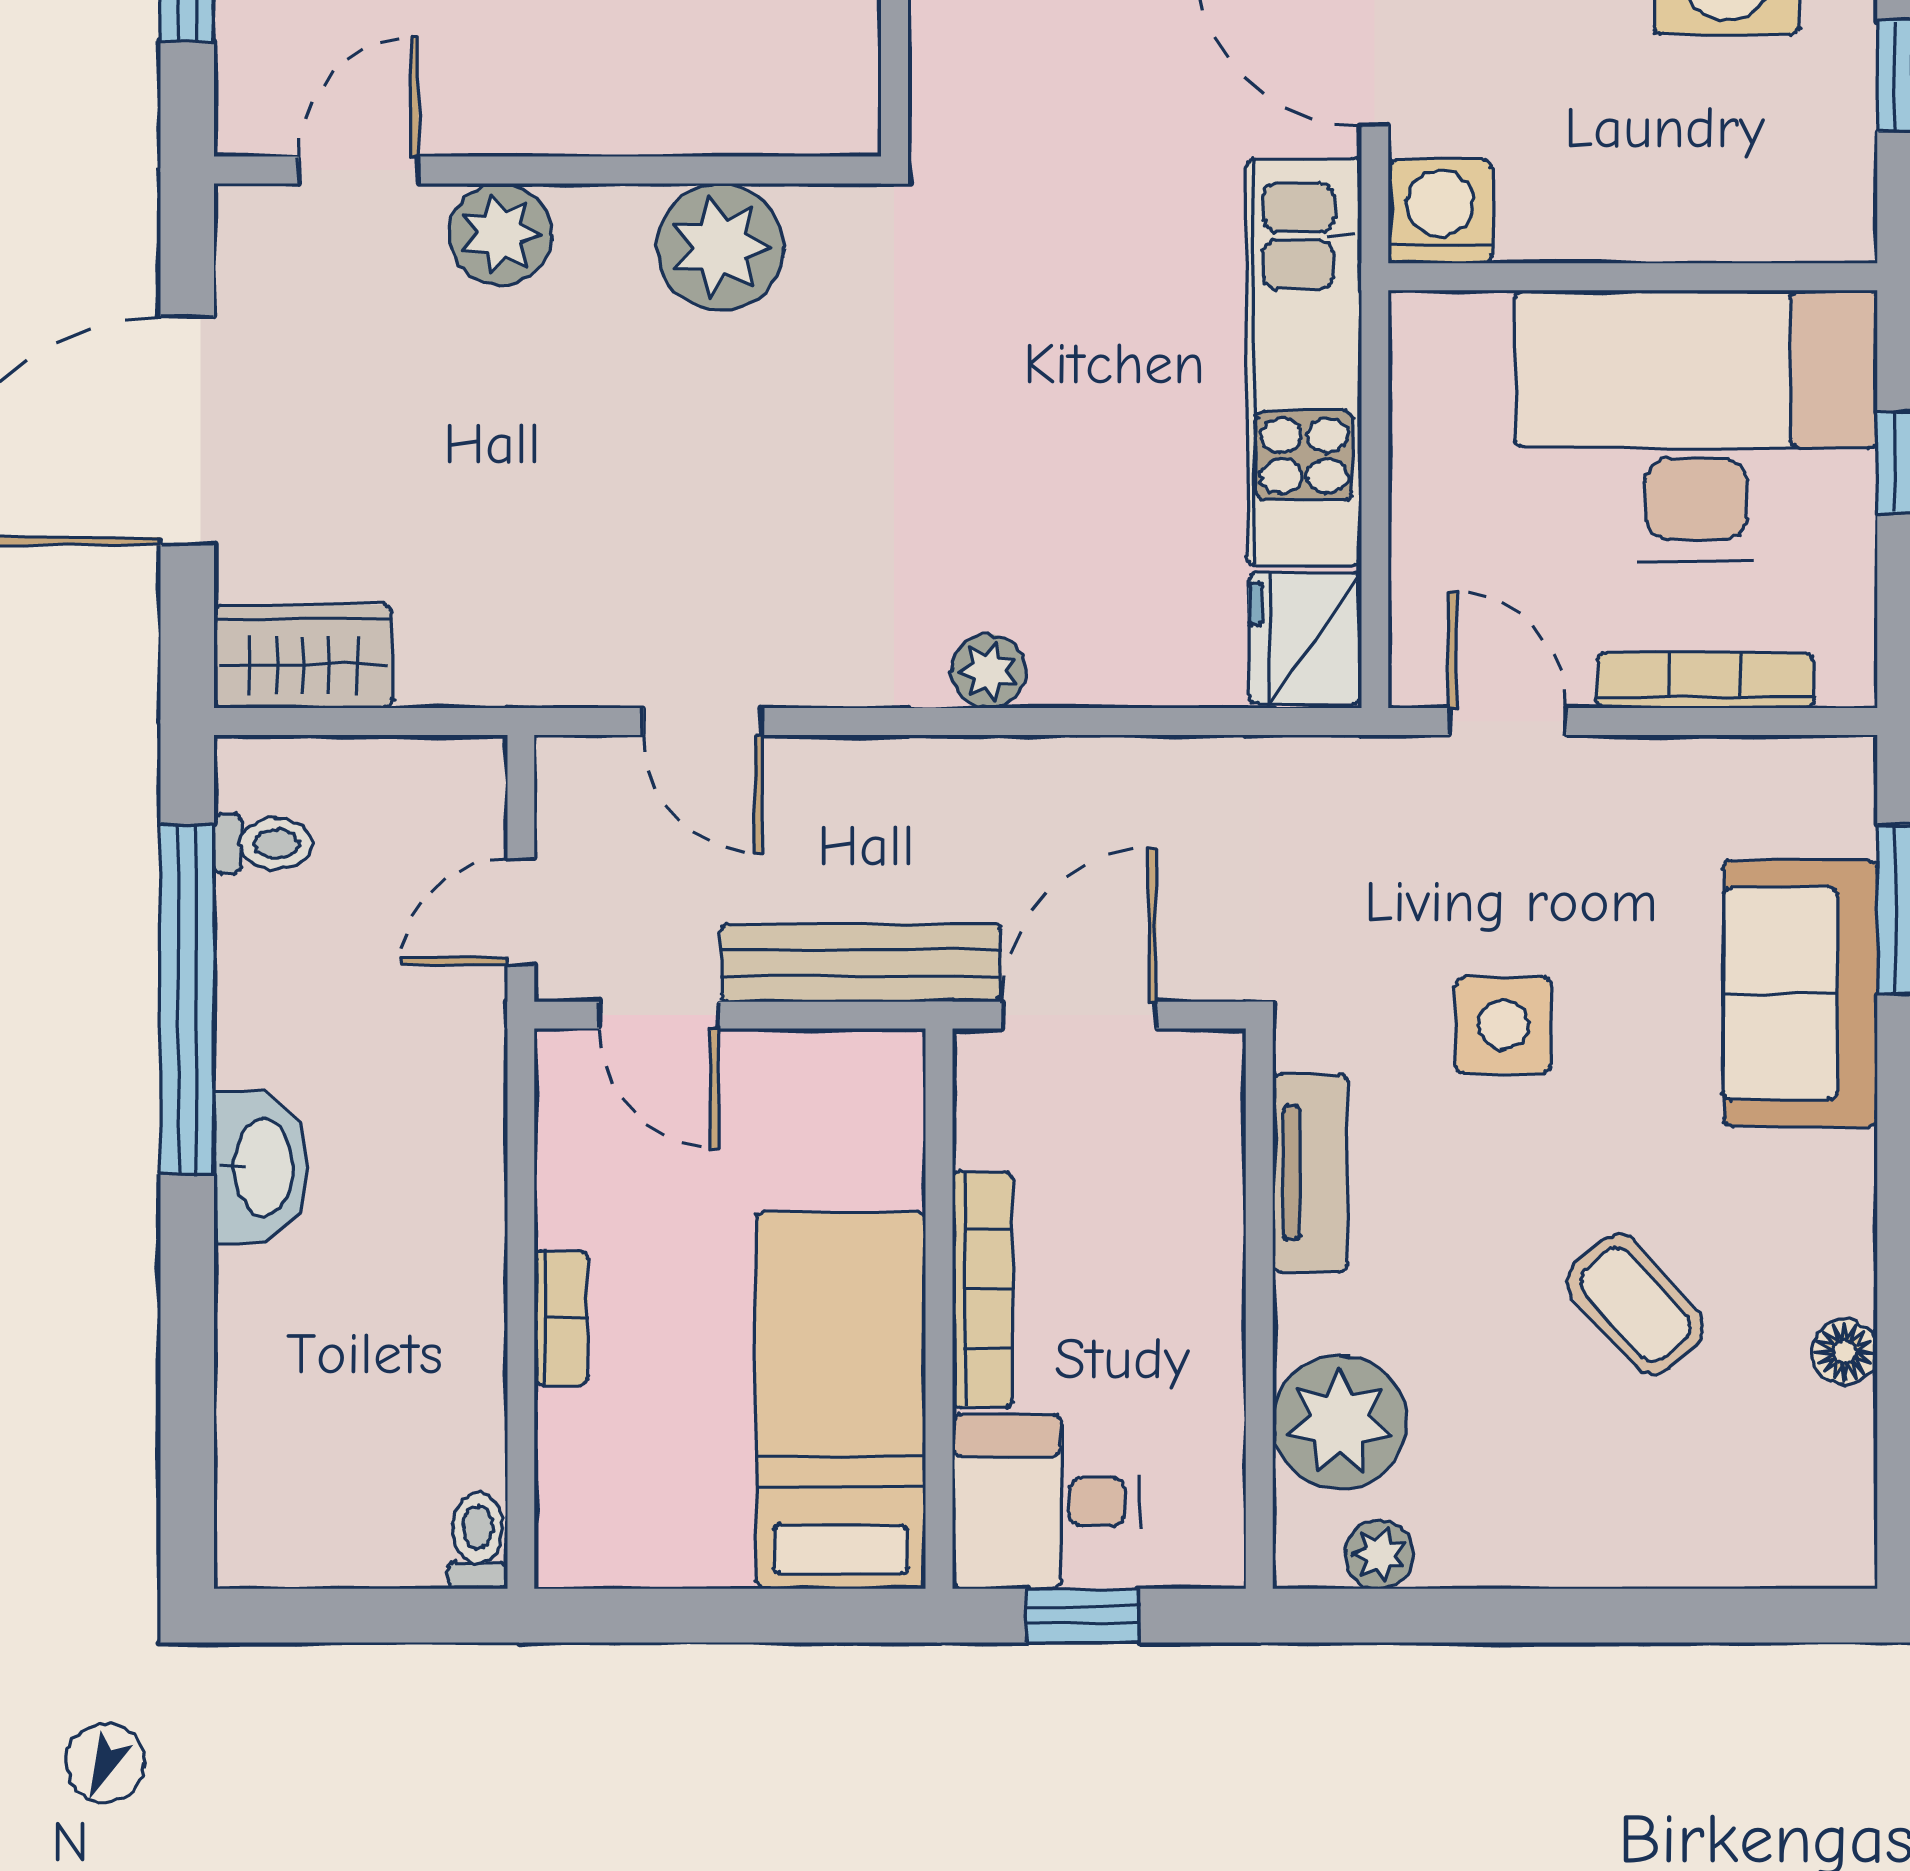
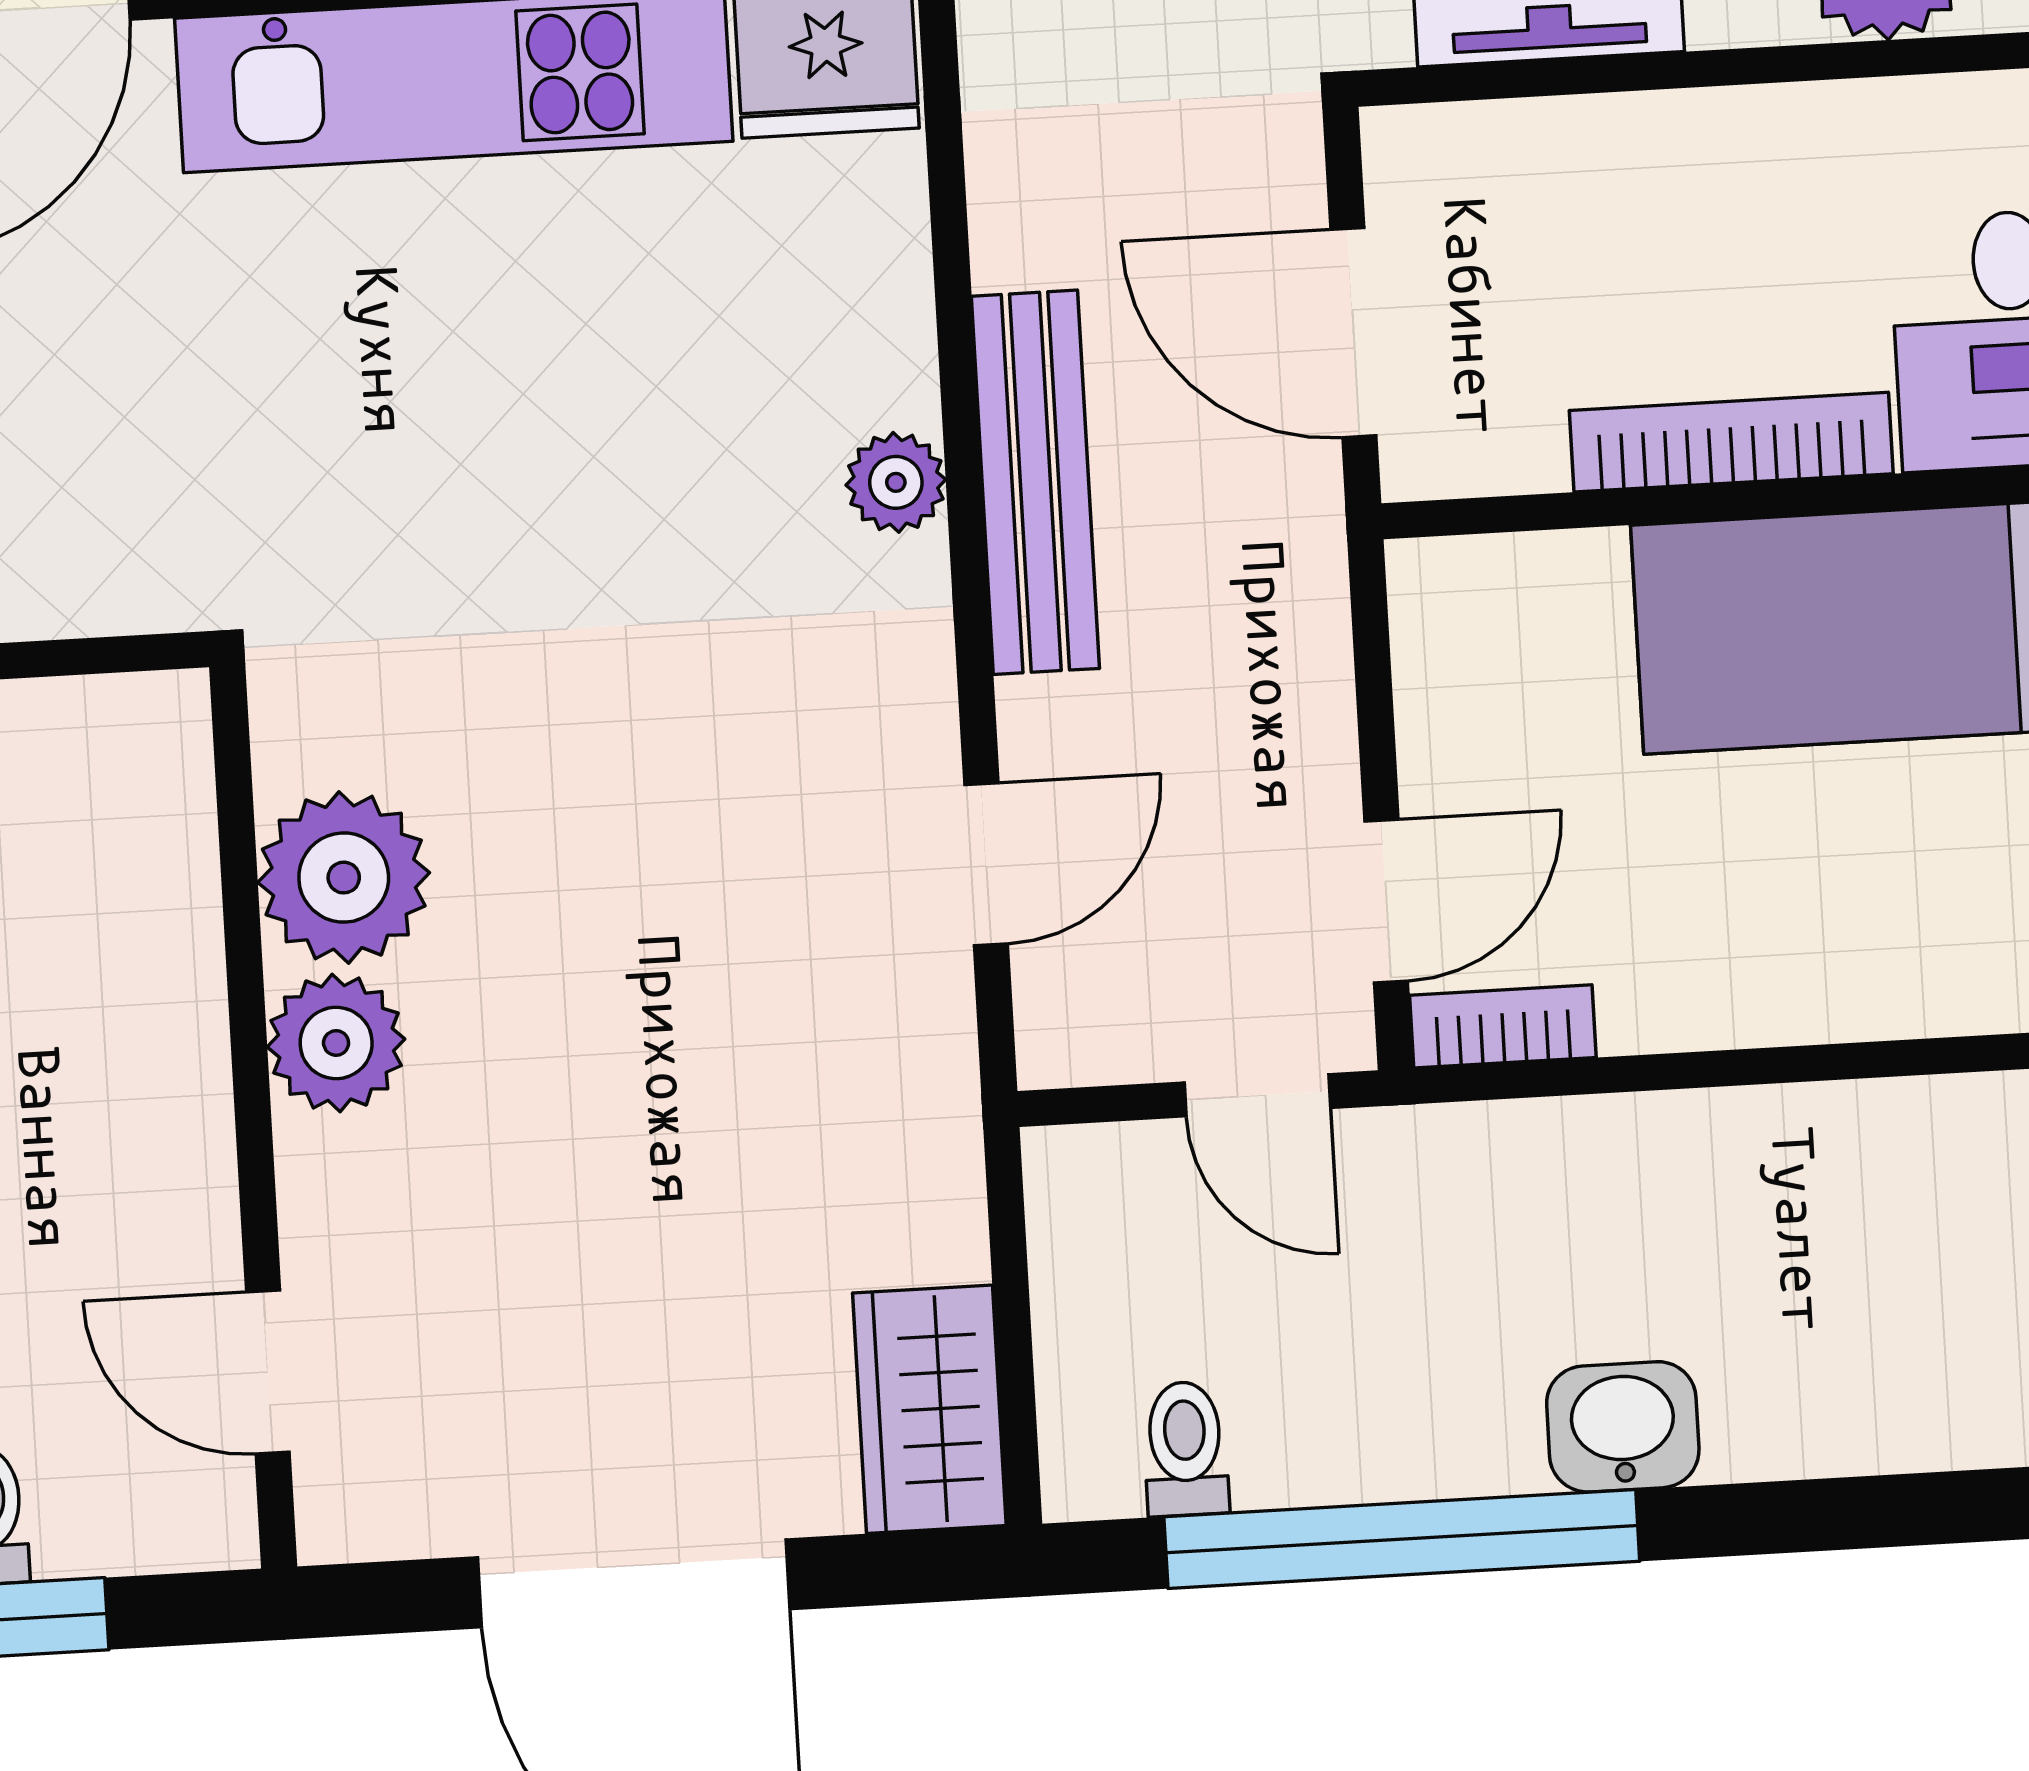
plant: (500, 234) -> (336, 1043), moved
bench: (861, 963) -> (1035, 482), moved
washbasin: (261, 1167) -> (1623, 1427), width x0.72
bookcase: (561, 1318) -> (1503, 1026), moved

